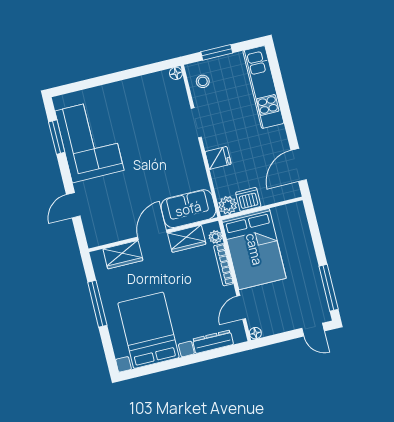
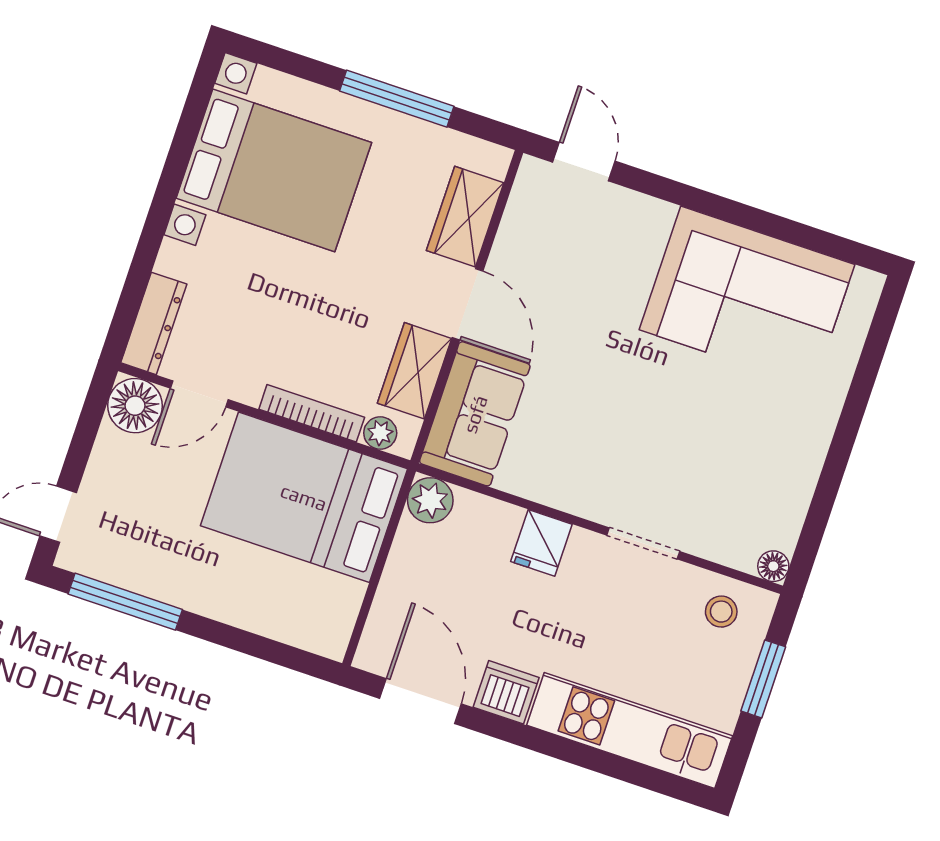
window: (57, 137) -> (798, 234), removed
dishwasher: (248, 199) -> (506, 692), moved, turned -90
door: (73, 205) -> (584, 162), moved
door: (241, 307) -> (199, 394), swing flipped
floor lamp: (255, 333) -> (135, 406), width x1.89, depth x1.89
dresser: (213, 342) -> (154, 323), moved

